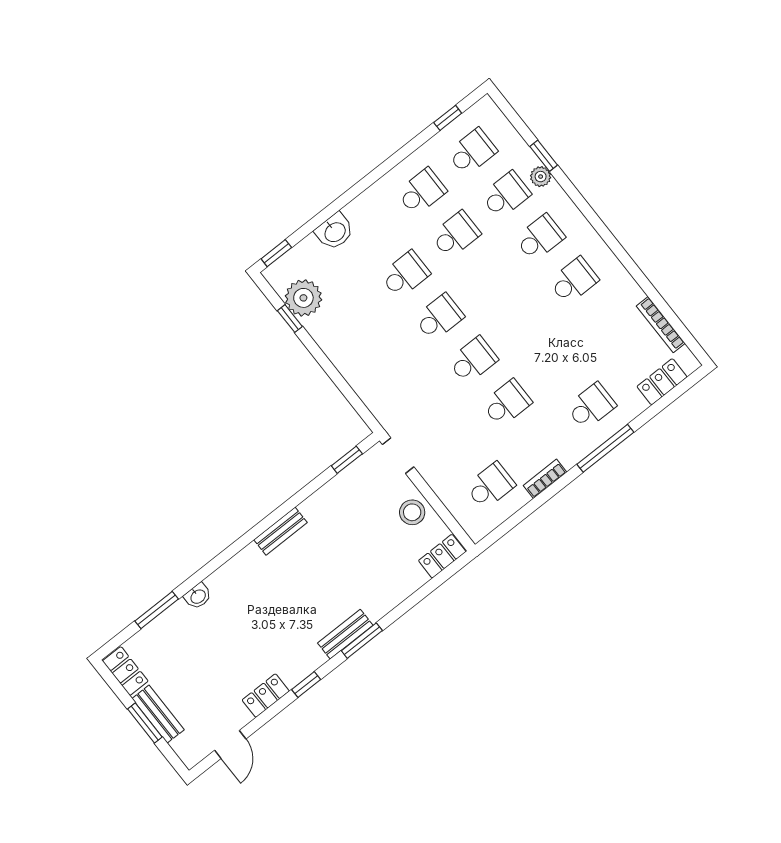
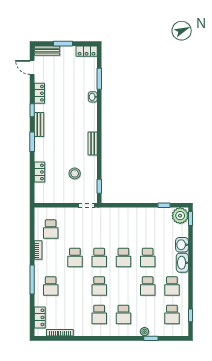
school desk: (506, 195) -> (99, 286), moved
washbasin: (366, 206) -> (182, 263), added
plant: (303, 298) -> (180, 216), moved
stool: (412, 512) -> (75, 173), moved
locker: (442, 556) -> (39, 172), moved
bench: (345, 634) -> (39, 124), moved
bench: (158, 714) -> (47, 51), moved

